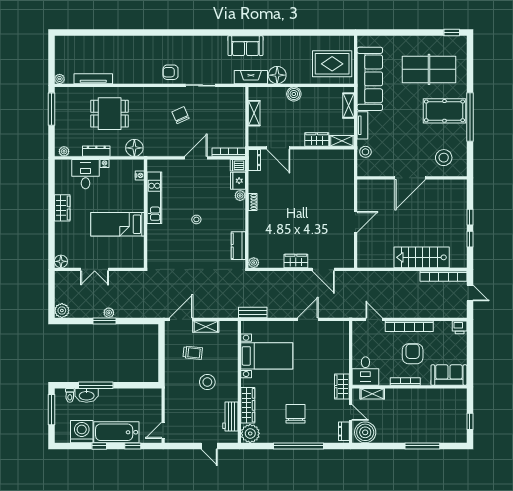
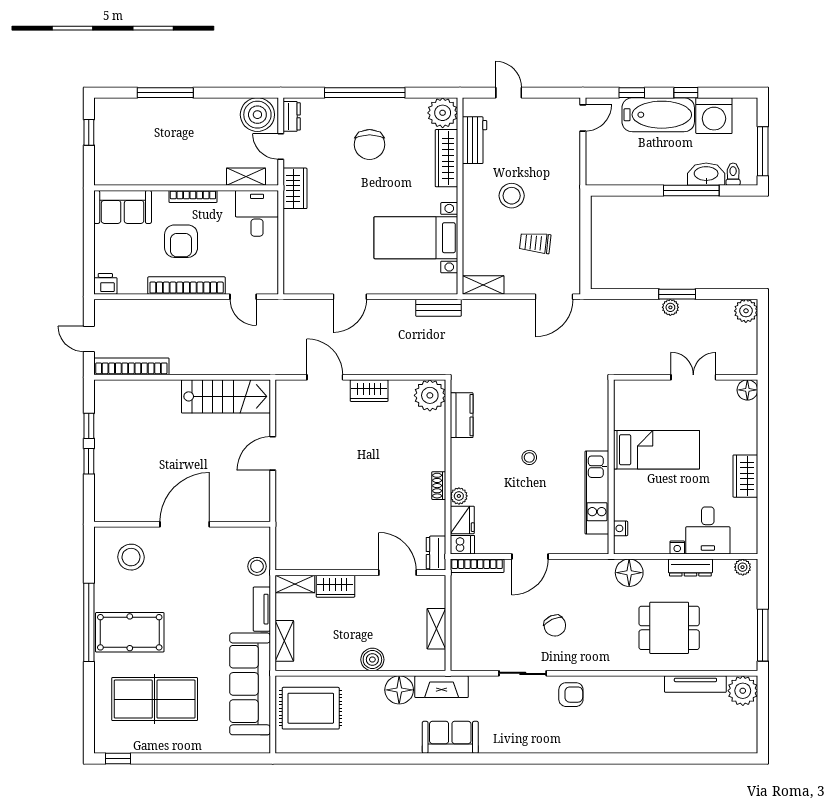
plant: (60, 79) -> (743, 691), width x1.87, depth x1.87
stairs: (422, 257) -> (226, 396), moved
plant: (254, 263) -> (430, 395), width x1.88, depth x1.88
shelving: (206, 327) -> (483, 285), moved

